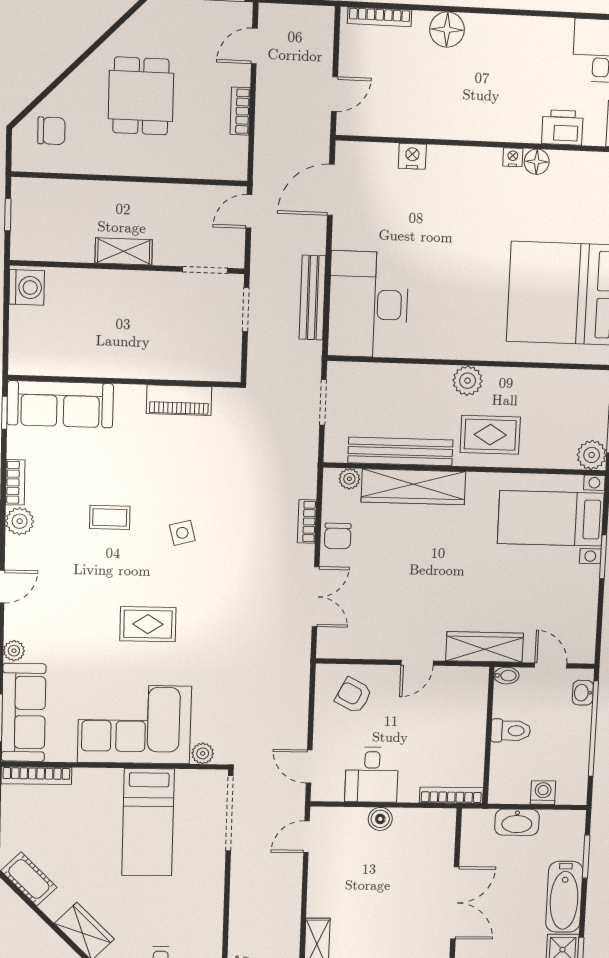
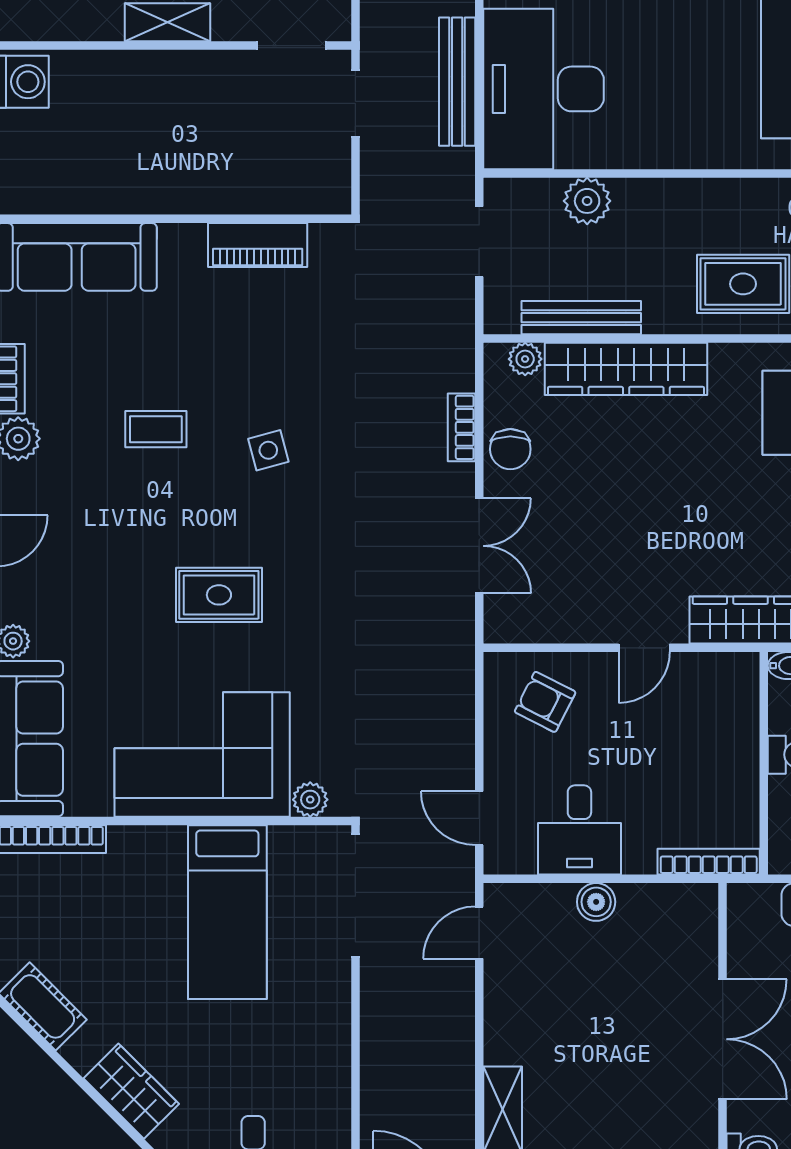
plant: (468, 381) -> (587, 201), moved
bench: (400, 451) -> (581, 318), width x0.73, depth x0.82

